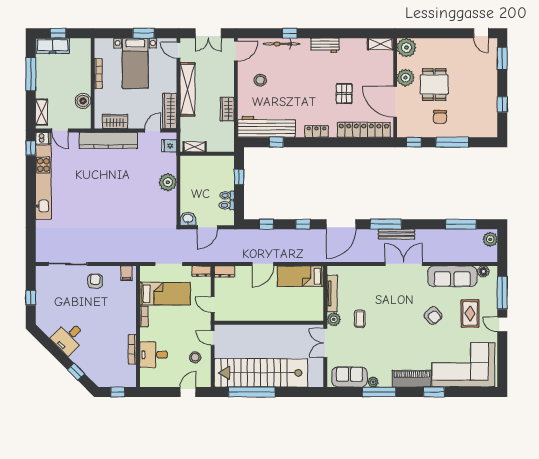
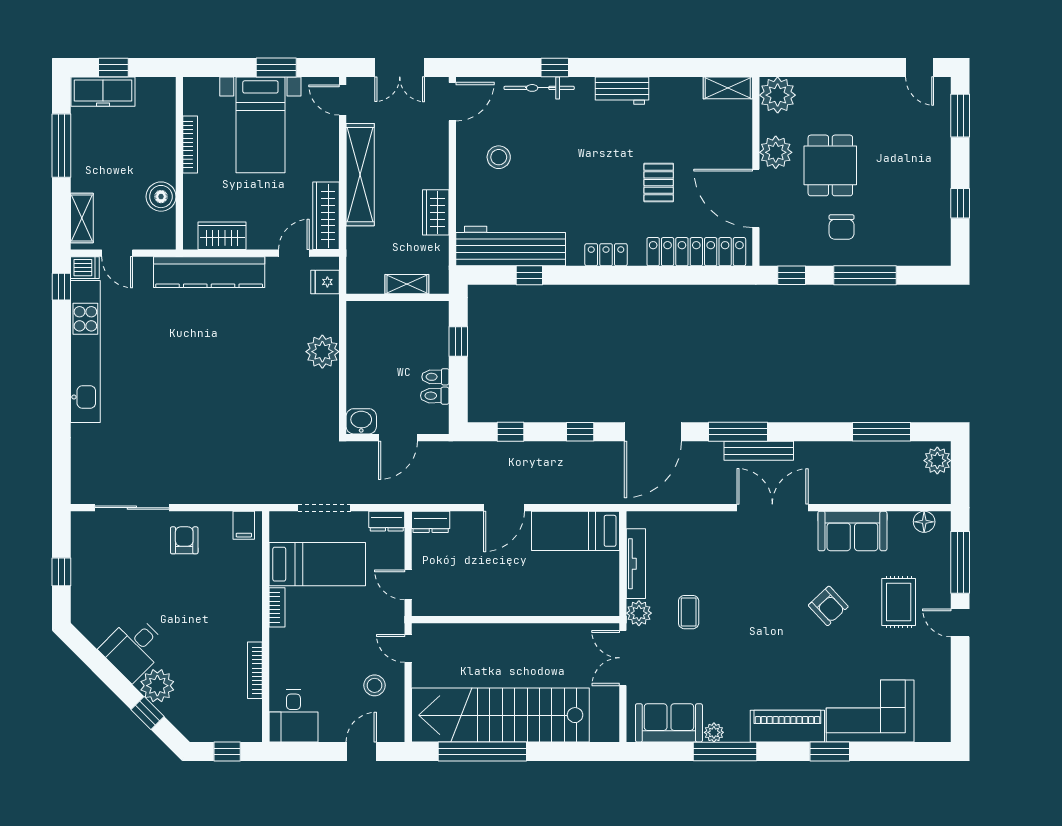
shelving: (195, 147) -> (407, 284), moved
sofa: (452, 276) -> (852, 531), width x0.73
desk: (154, 355) -> (293, 716), moved, turned -90
plant: (81, 357) -> (157, 686), added
corner sofa: (463, 365) -> (870, 711), width x0.73, depth x0.74

